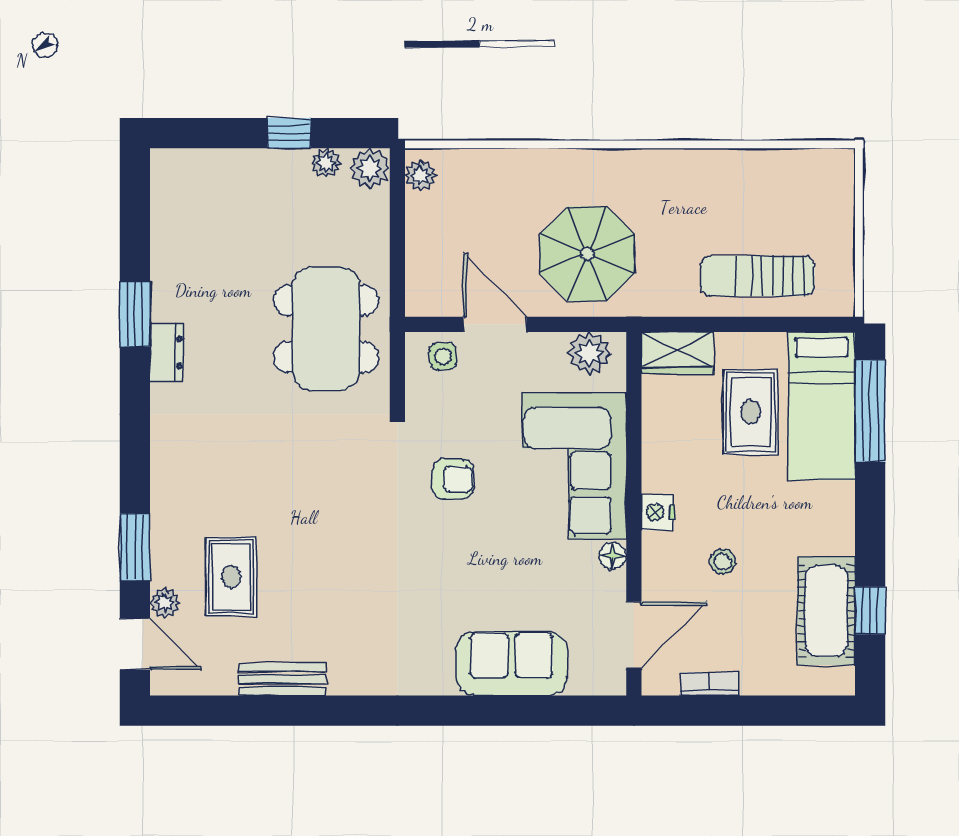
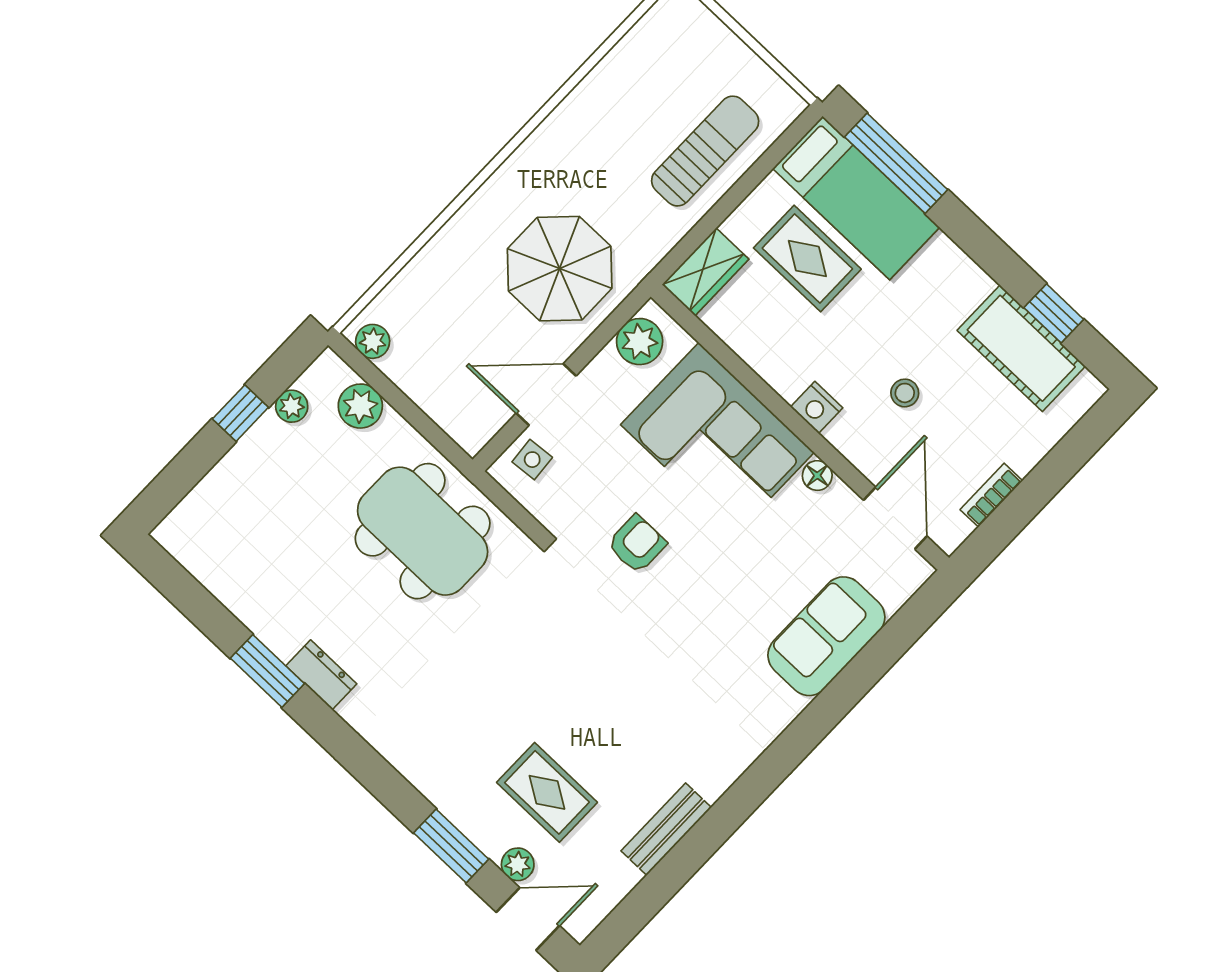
plant: (370, 168) -> (360, 406), moved
sun lounger: (757, 276) -> (705, 151), turned 180

